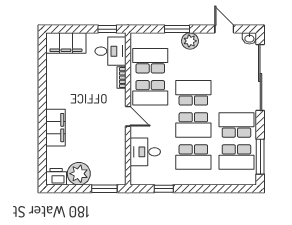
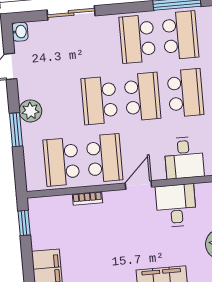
desk: (110, 51) -> (176, 205), moved
sliding door: (260, 78) -> (71, 13), width x0.54

